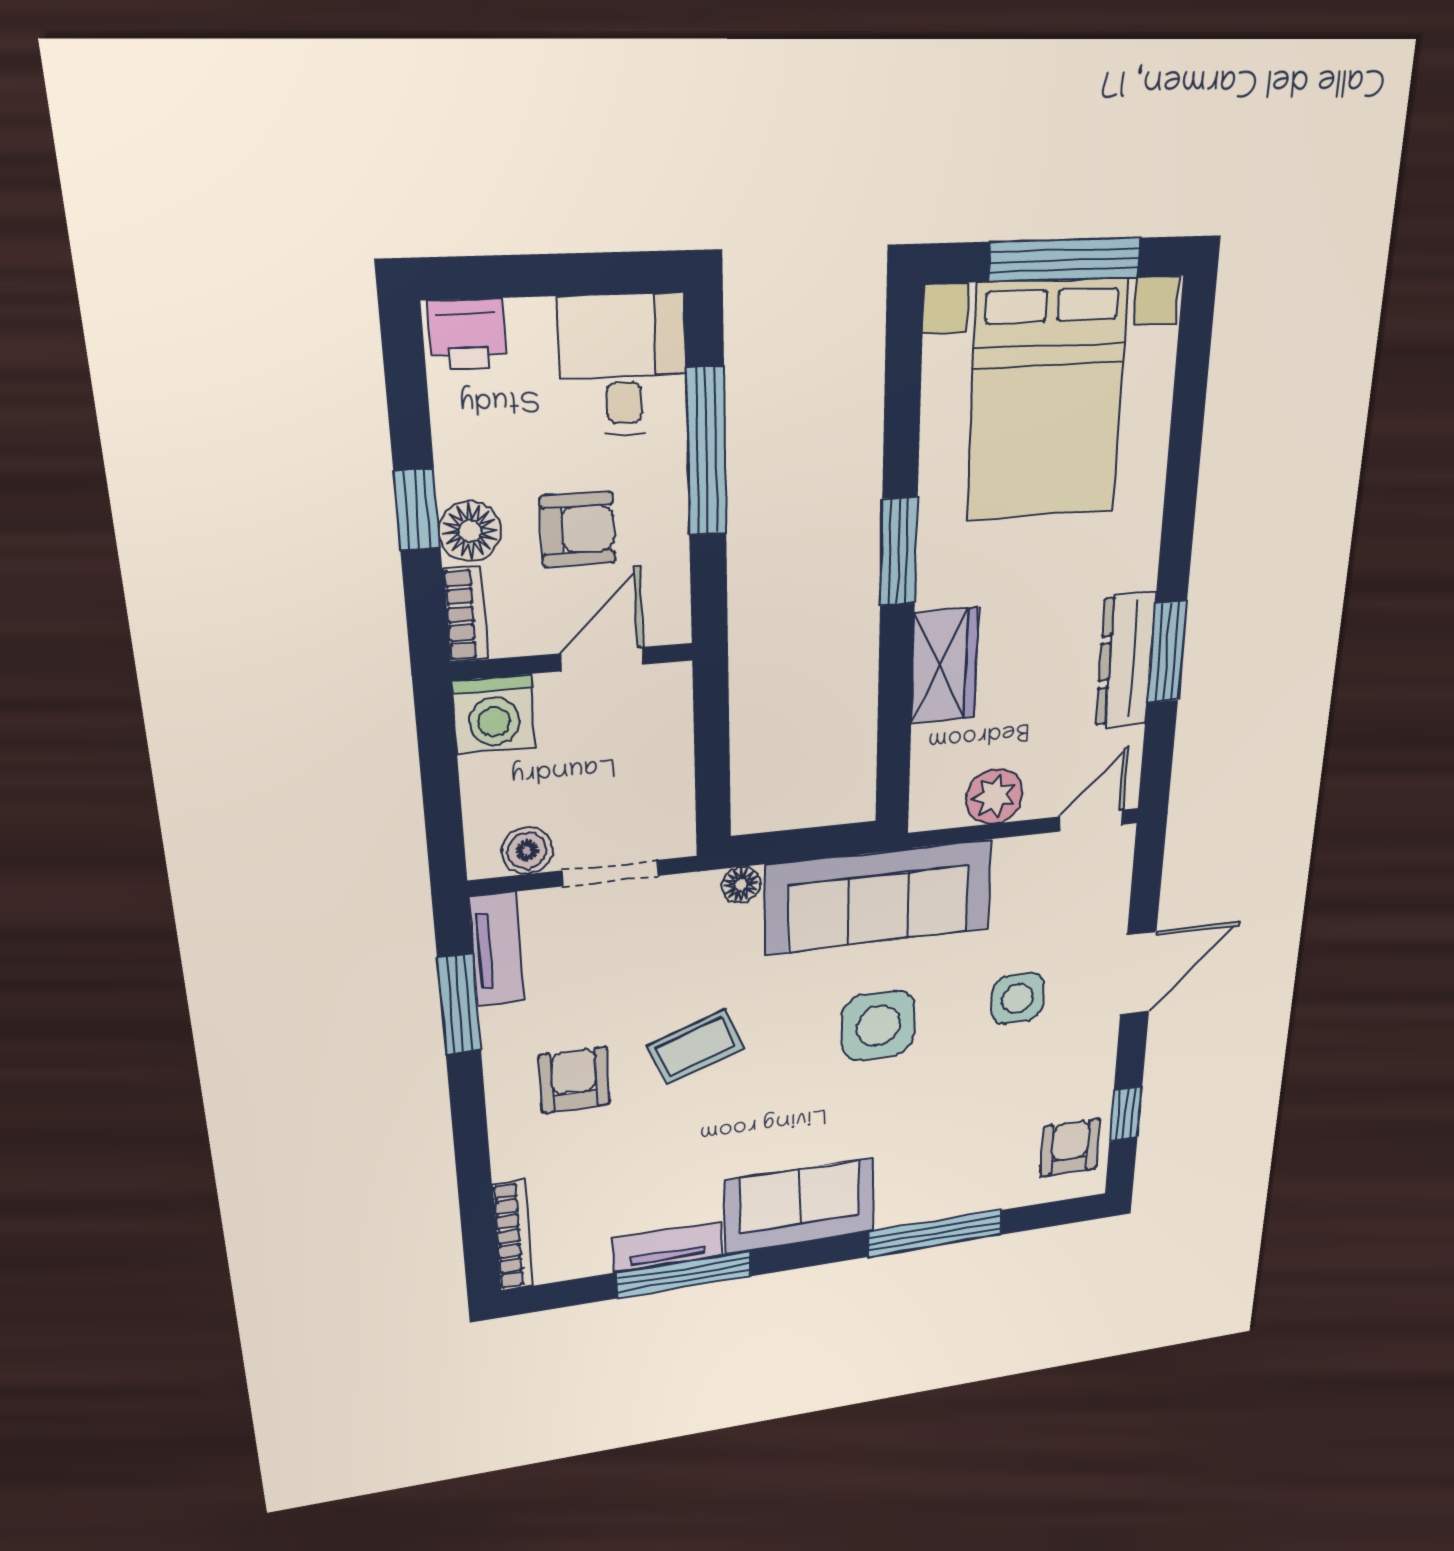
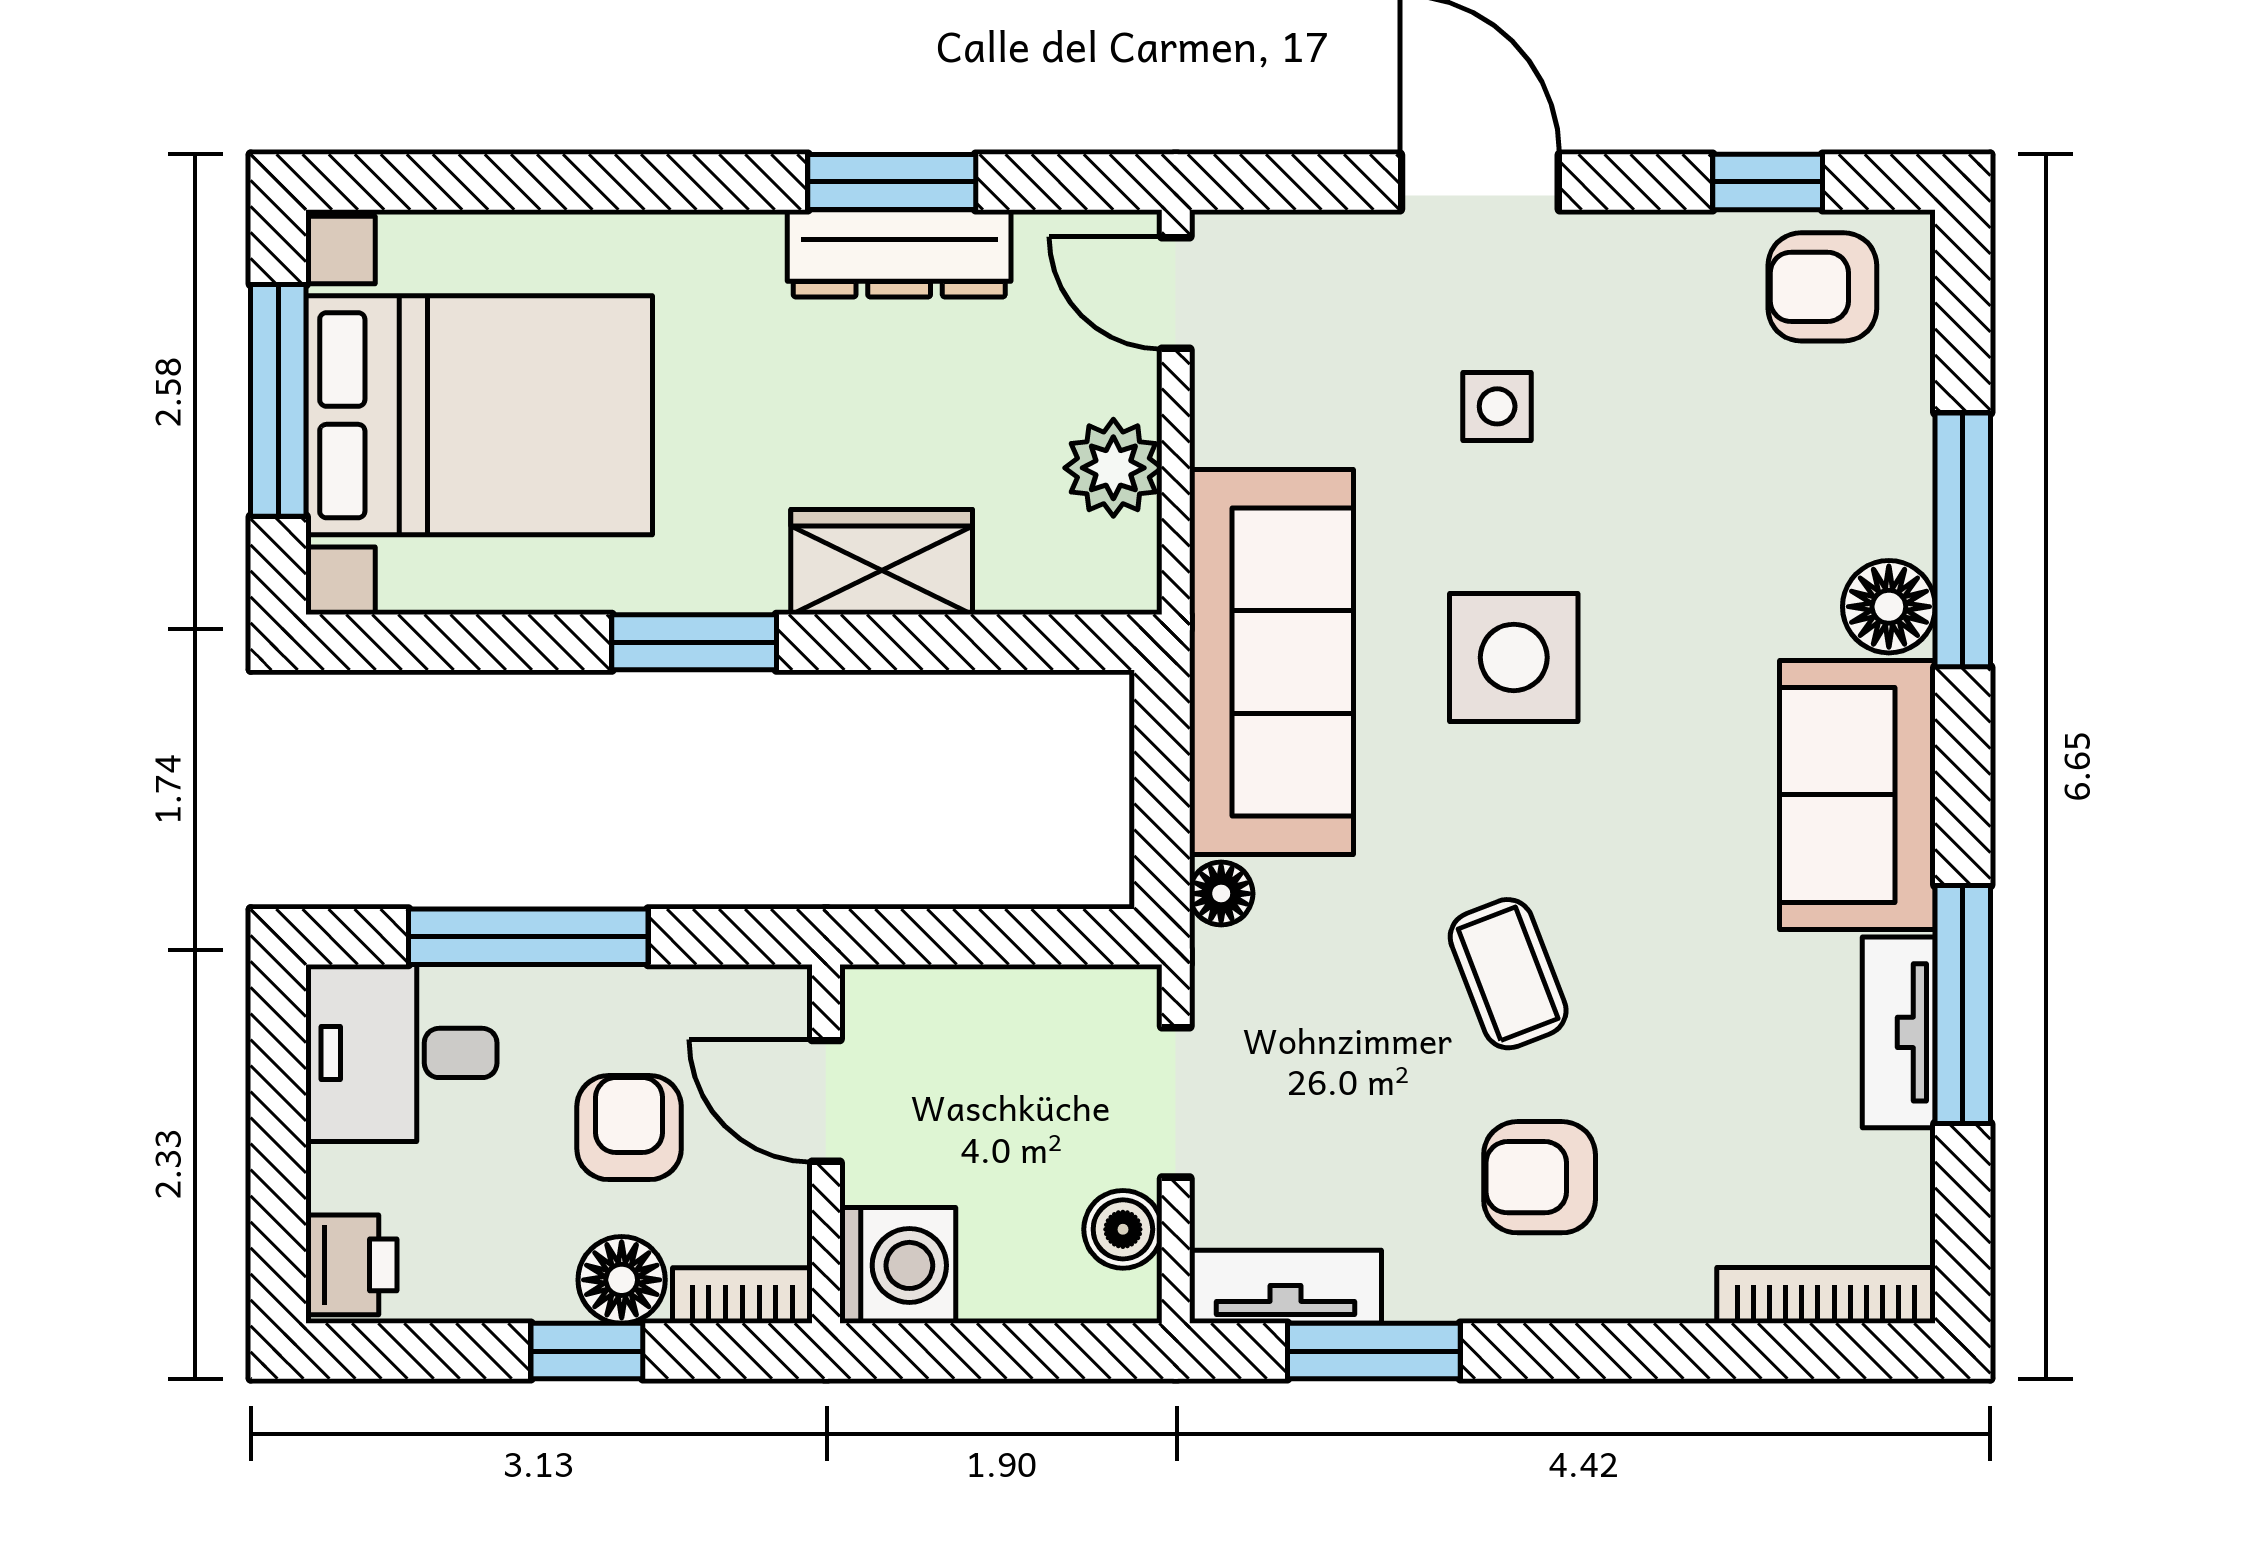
side table: (1018, 998) -> (1497, 406), width x0.73, depth x0.73
floor lamp: (901, 1205) -> (1889, 607), added

